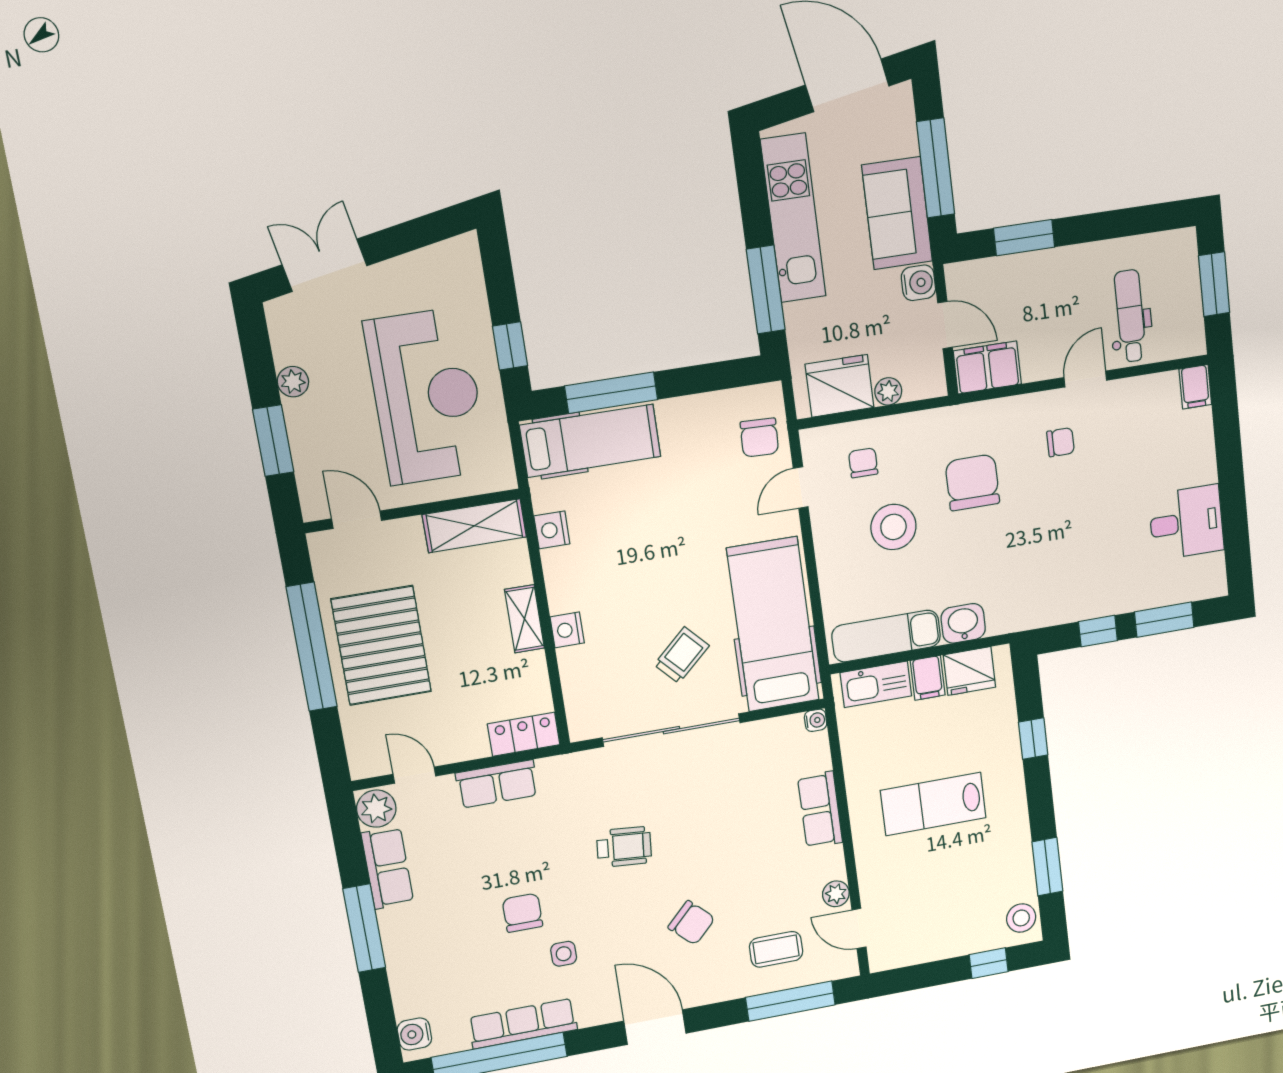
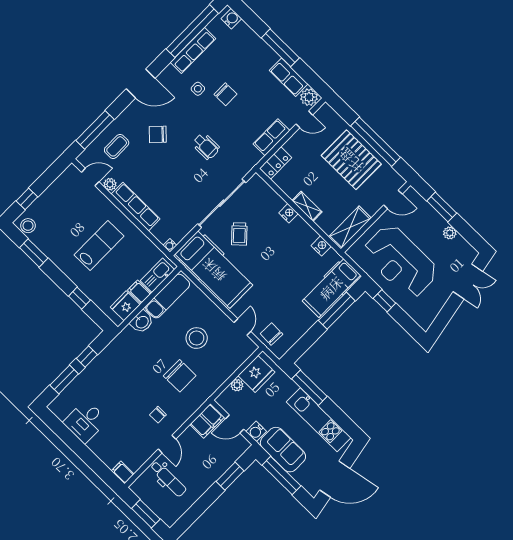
chair: (863, 463) -> (226, 353), removed
row of seats: (820, 810) -> (136, 207), width x1.48
wheelchair: (624, 847) -> (206, 146), turned -95

